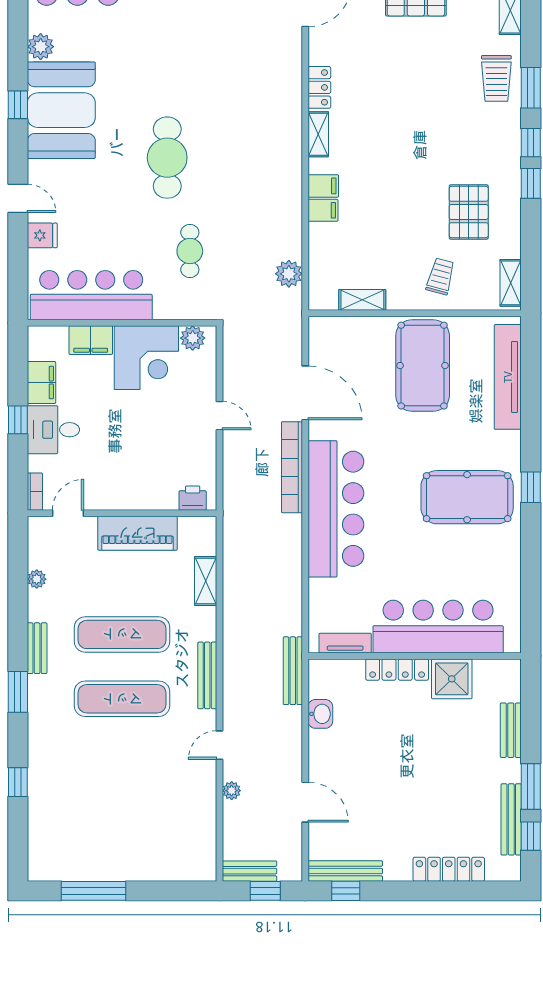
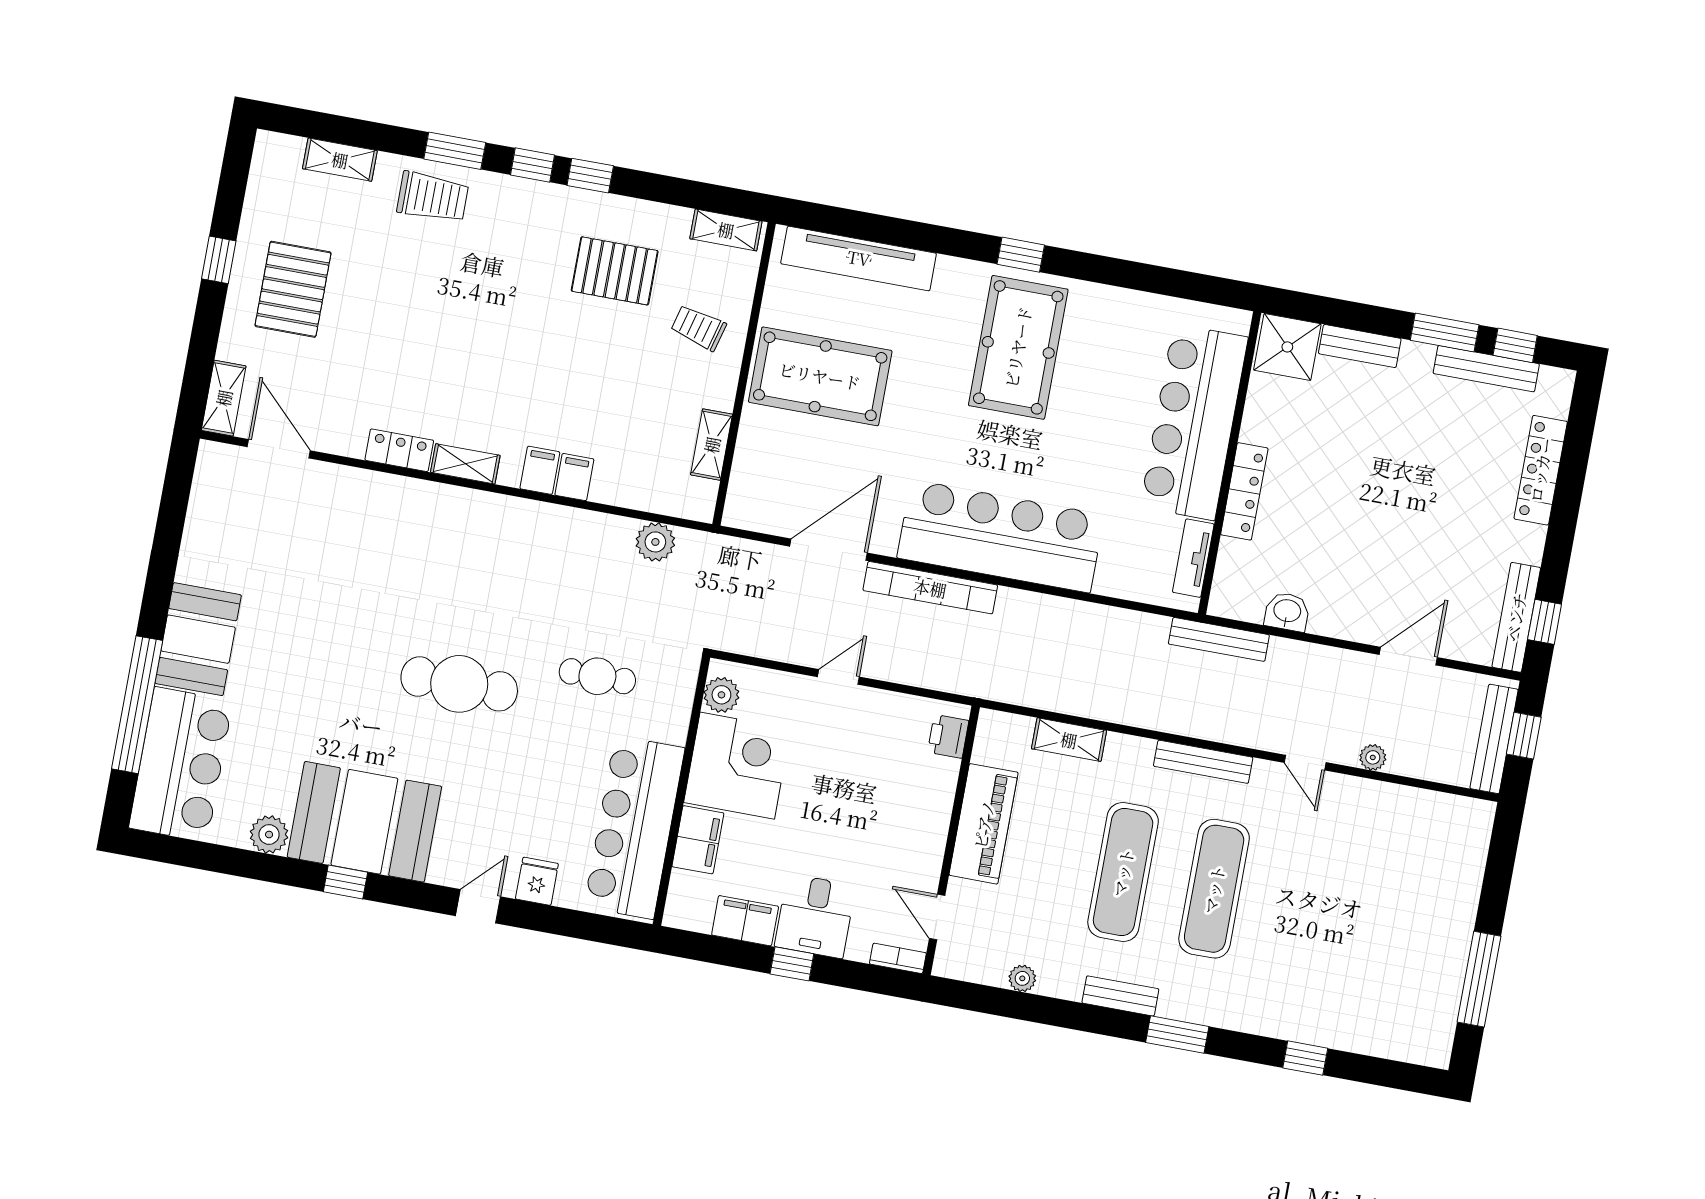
shower: (452, 679) -> (1287, 347), moved
bench: (250, 871) -> (1494, 739), width x1.36

